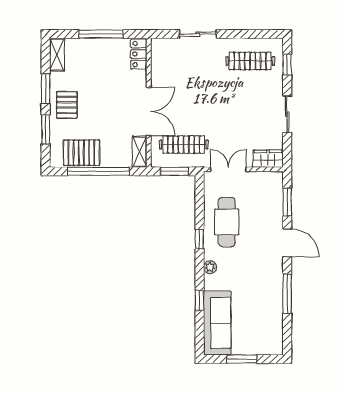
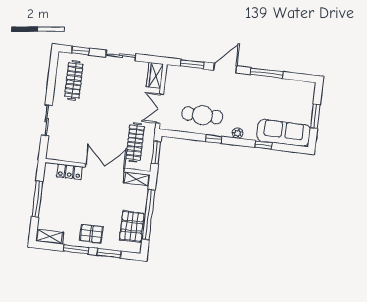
locker: (139, 54) -> (69, 172), moved

